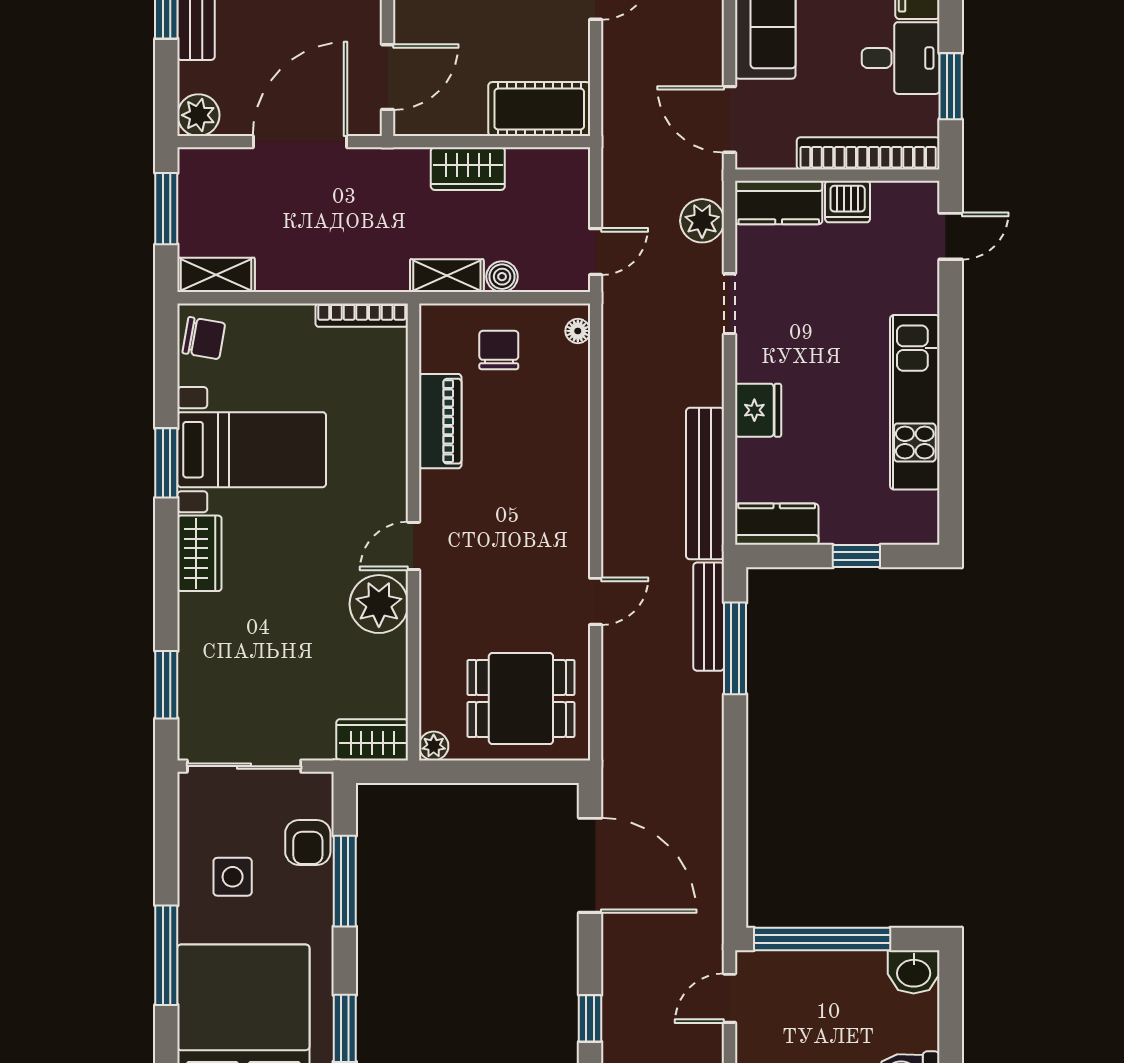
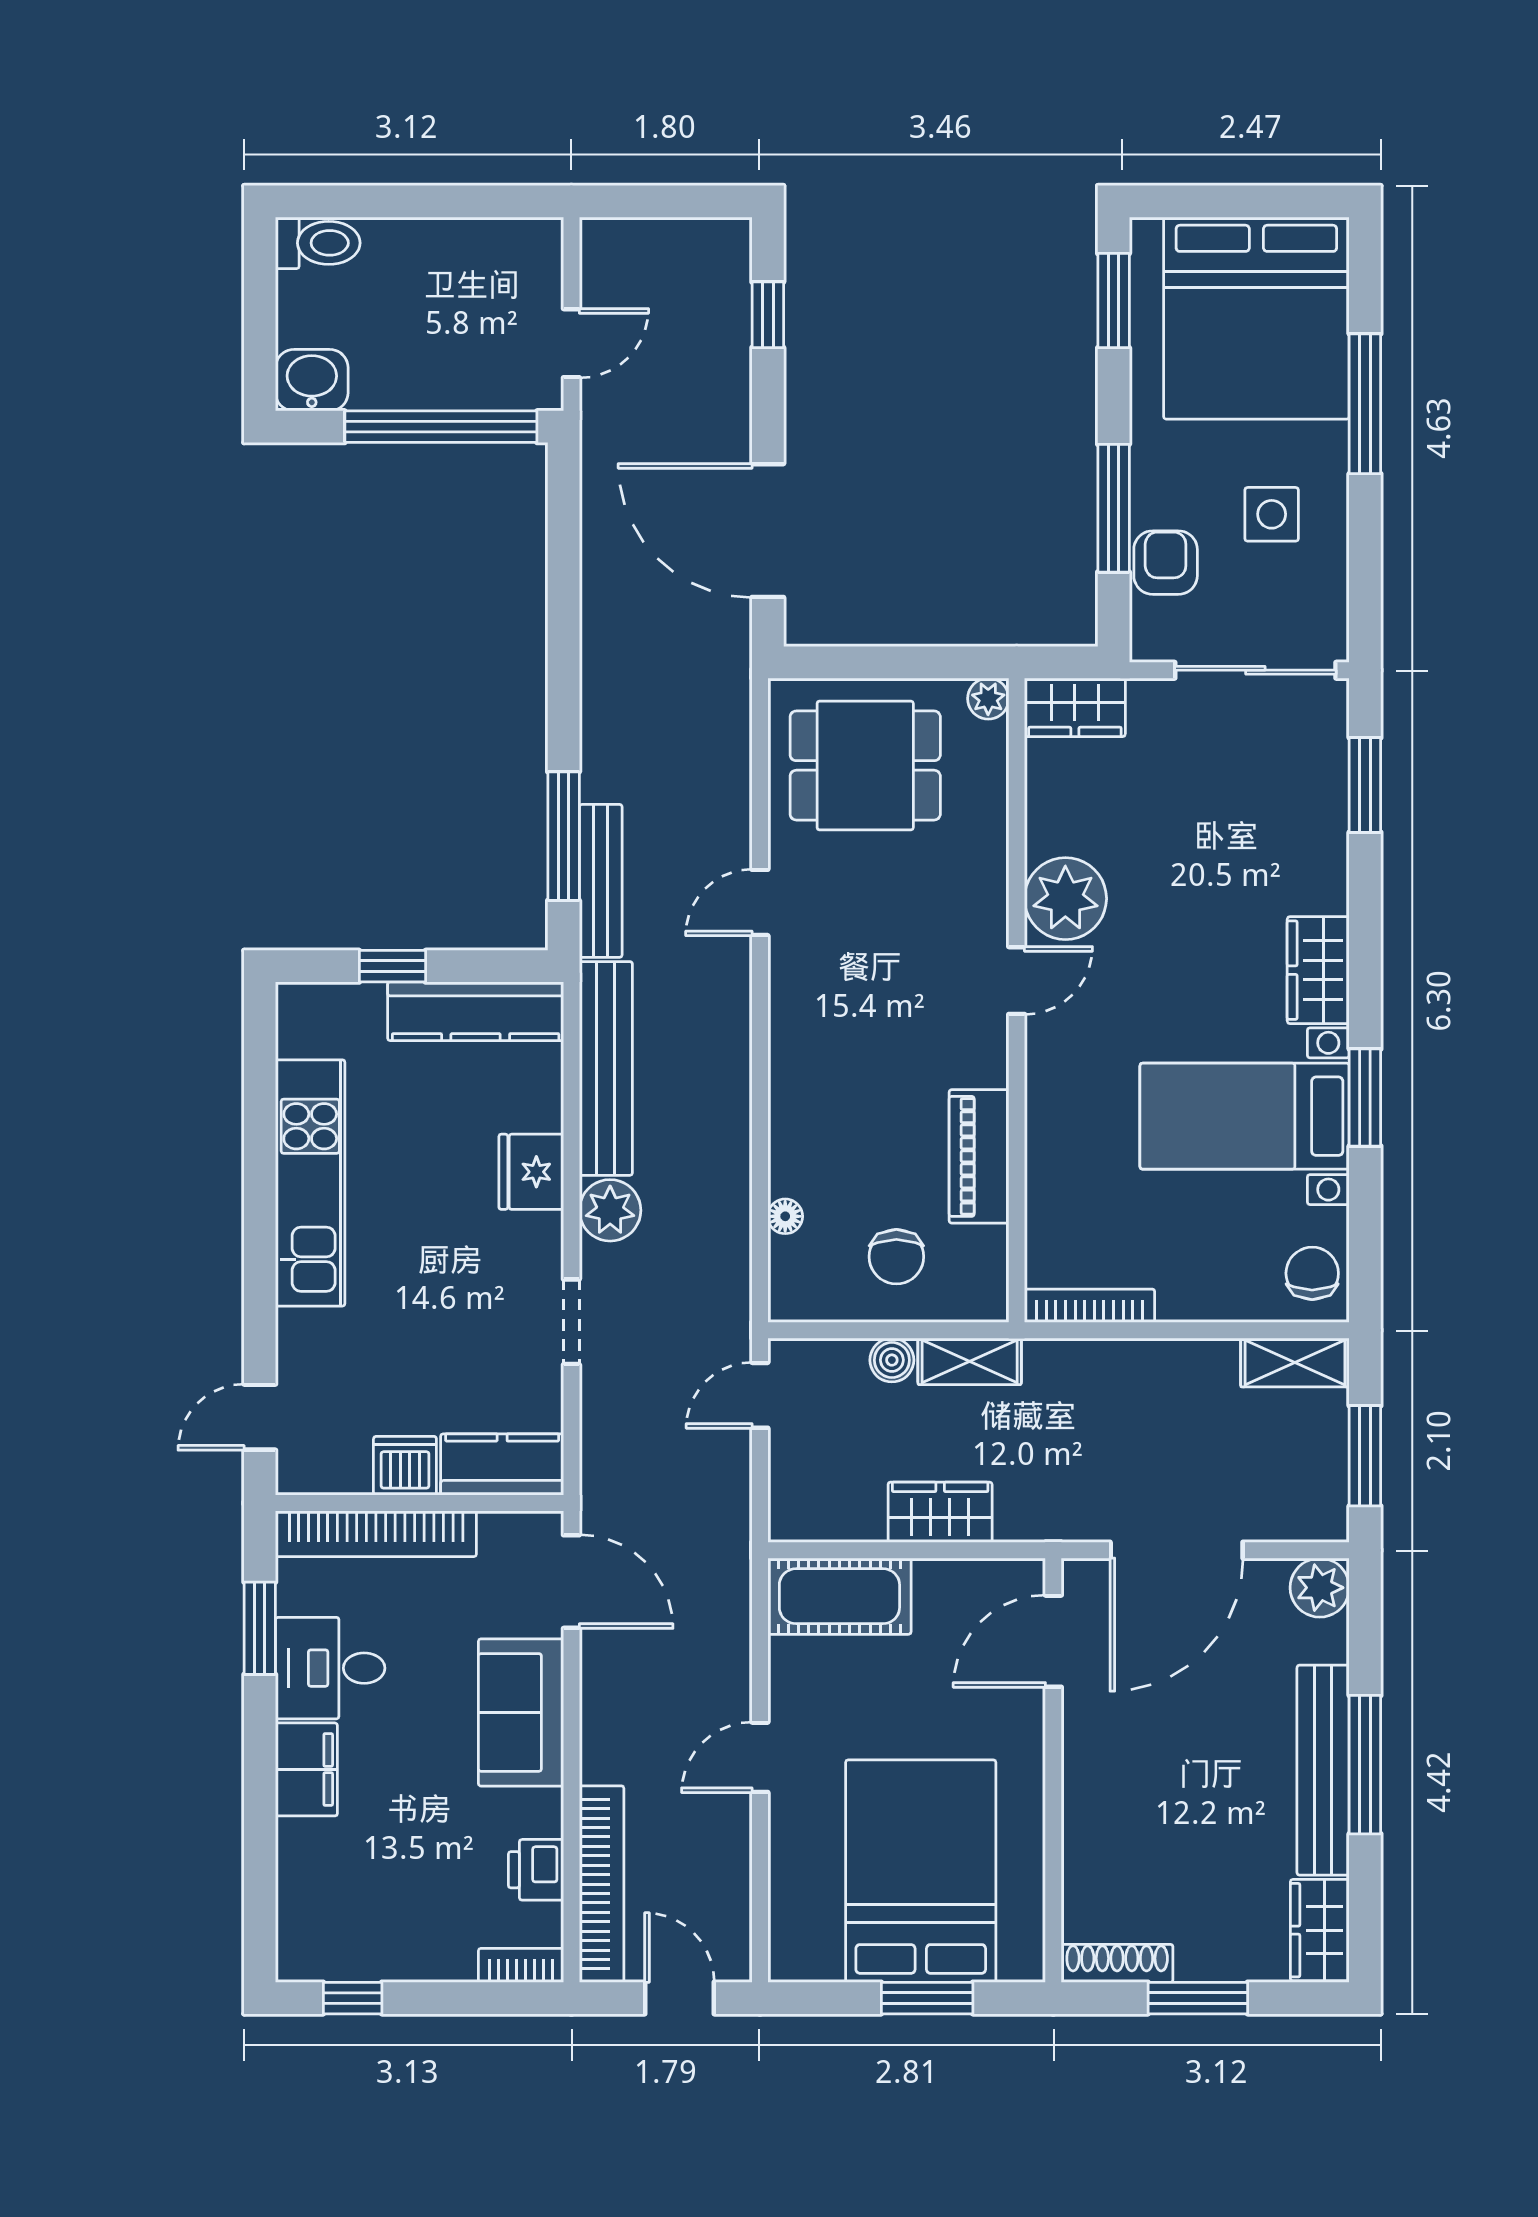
plant: (702, 221) -> (610, 1210), moved
floor lamp: (578, 331) -> (785, 1216), moved
chair: (204, 338) -> (1312, 1273), turned 80
kitchen counter: (777, 524) -> (476, 1011), width x1.50

